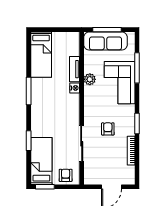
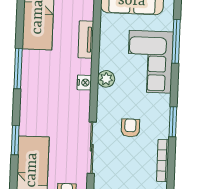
plant: (90, 79) -> (106, 79), moved
nightstand: (75, 88) -> (84, 83), moved

